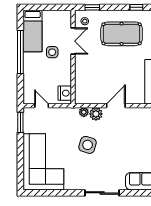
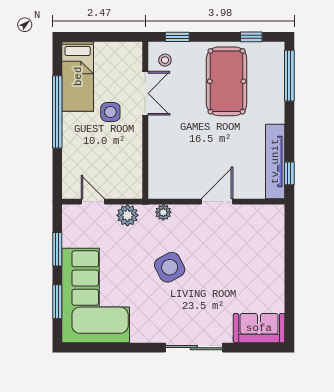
pool table: (122, 34) -> (227, 81), turned 90
nightstand: (65, 93) -> (131, 181), removed
plant: (96, 114) -> (127, 215), moved
window: (20, 122) -> (57, 249), moved
side table: (88, 145) -> (170, 267), turned 45
window: (20, 166) -> (57, 302), added

